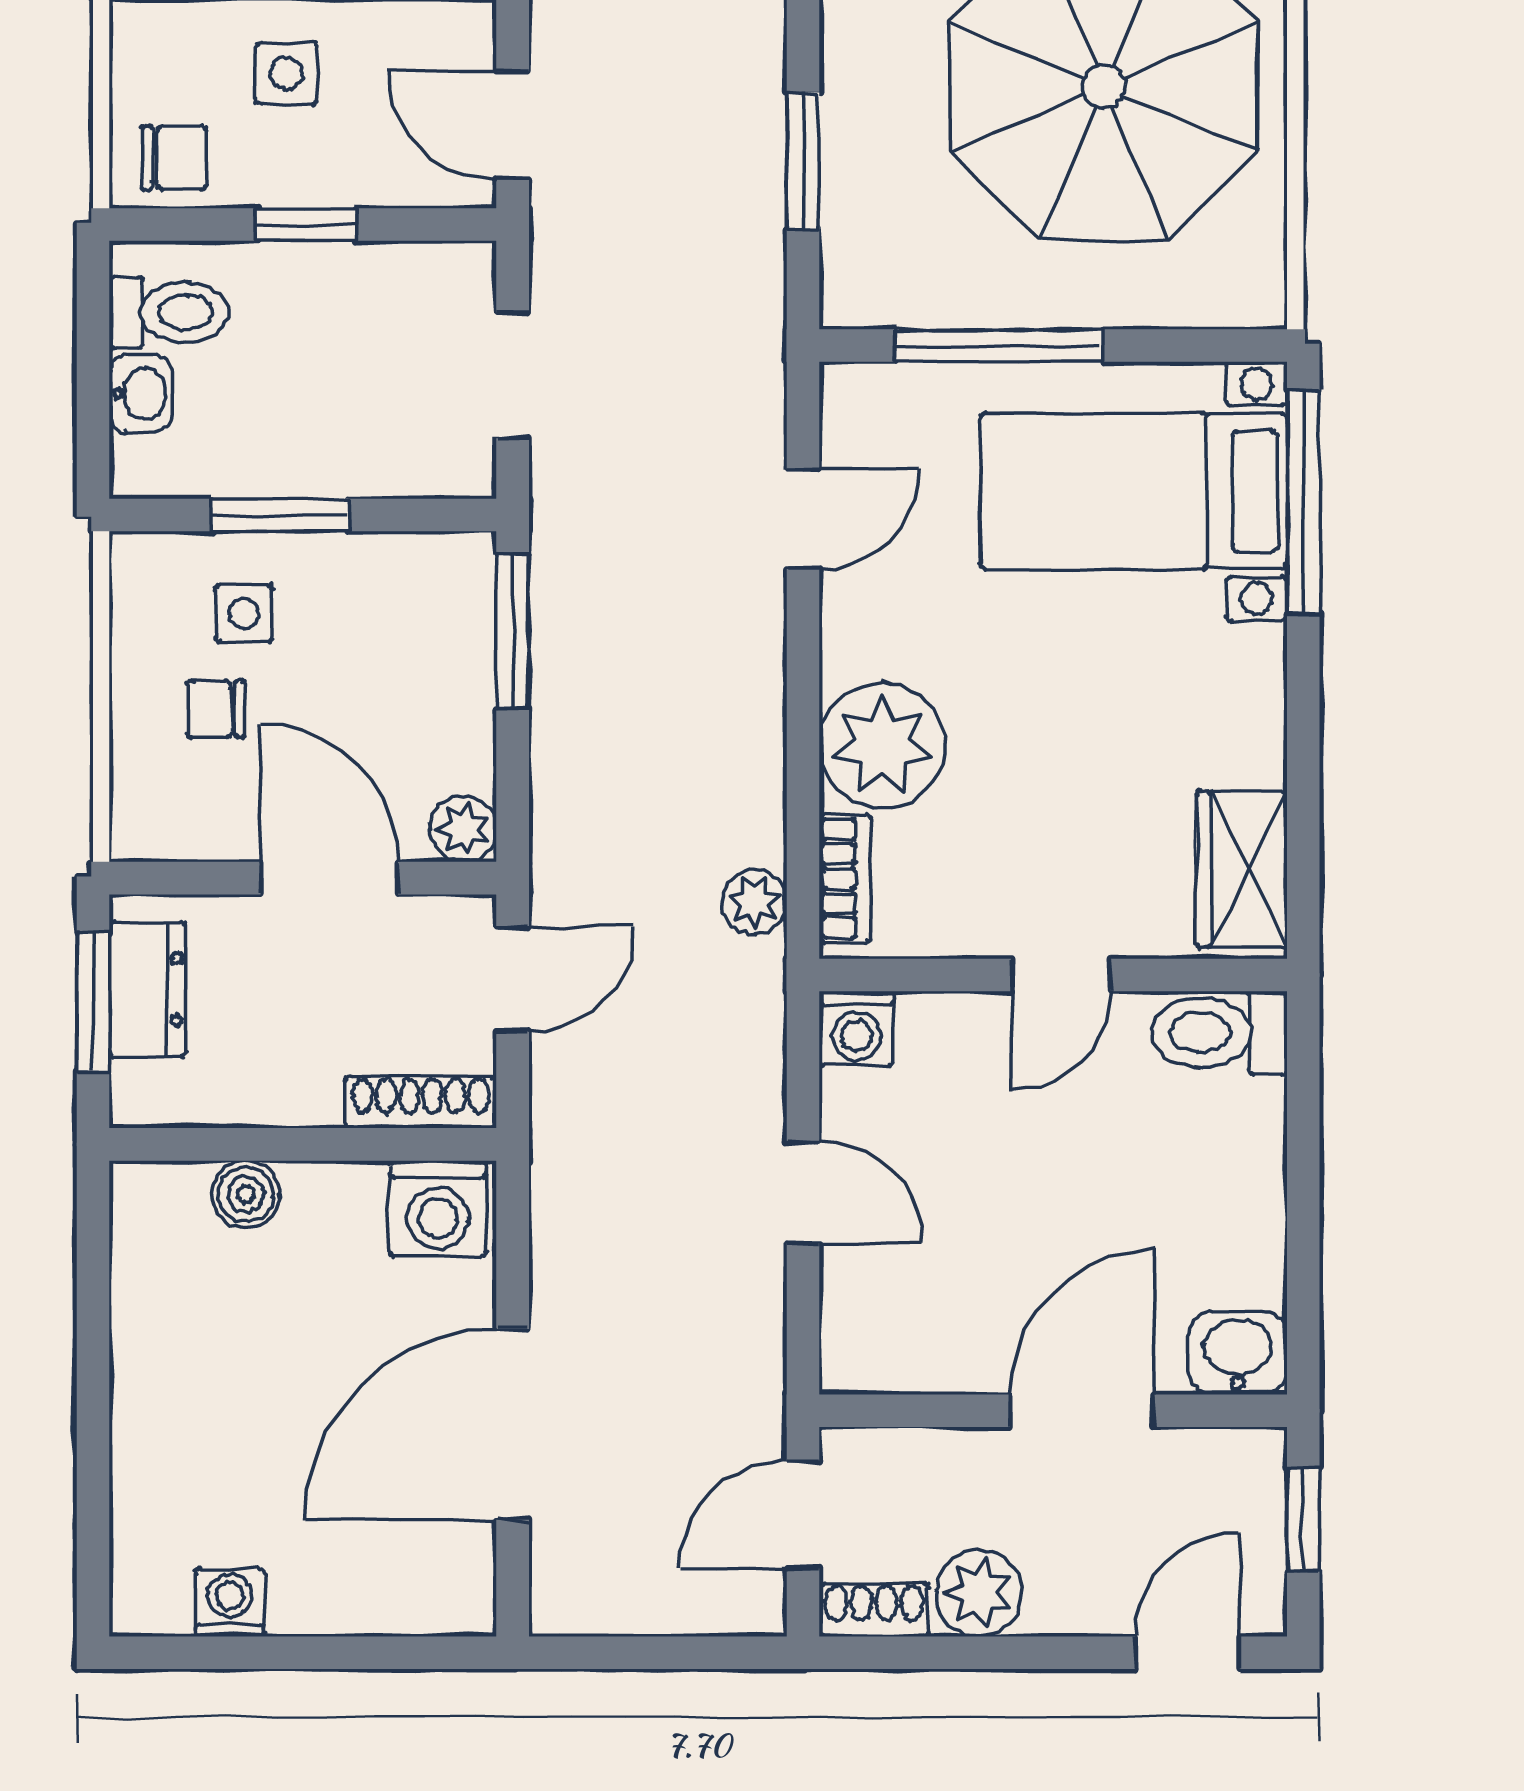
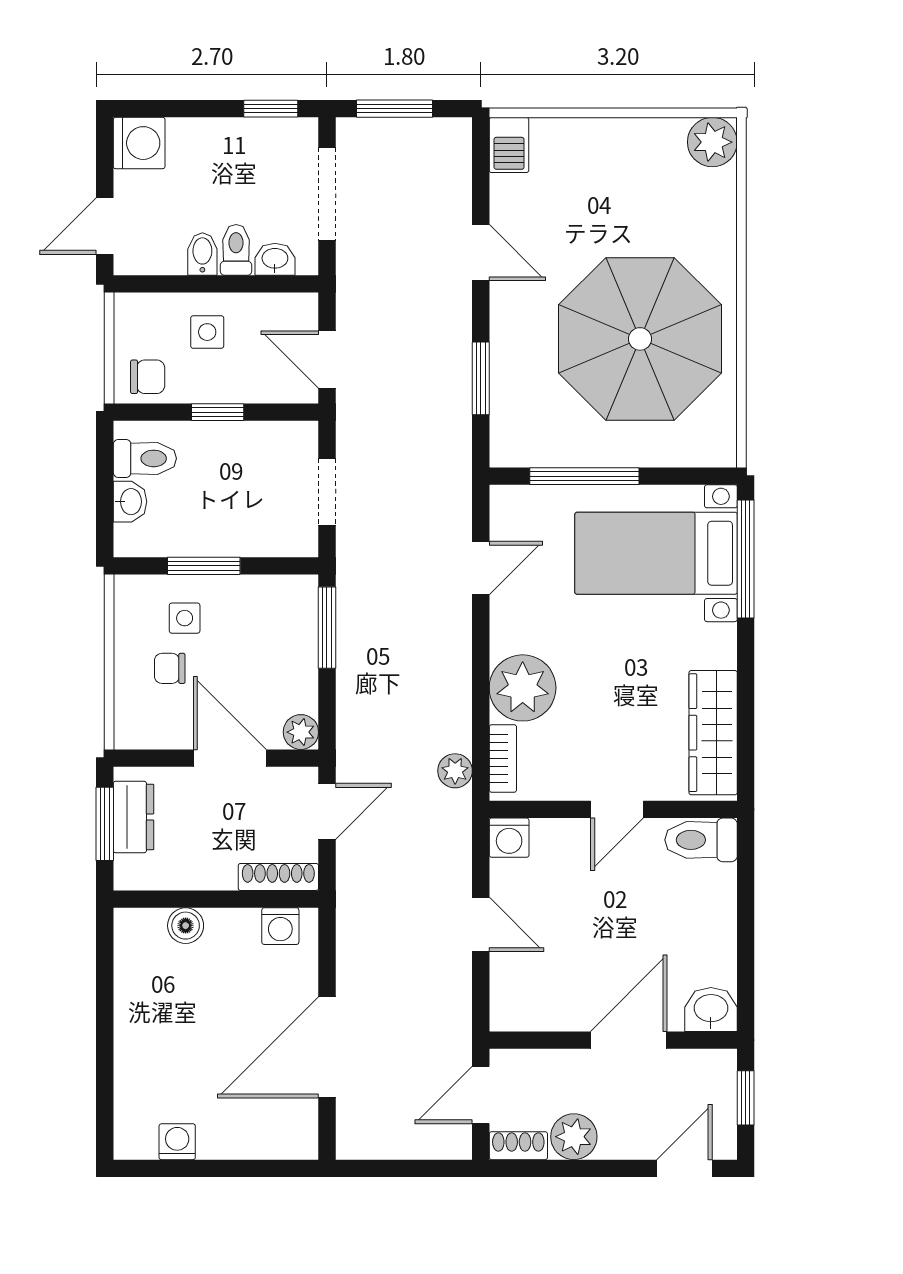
wardrobe: (1242, 869) -> (713, 733), width x1.50
washing machine: (438, 1208) -> (280, 926), width x0.73, depth x0.73

